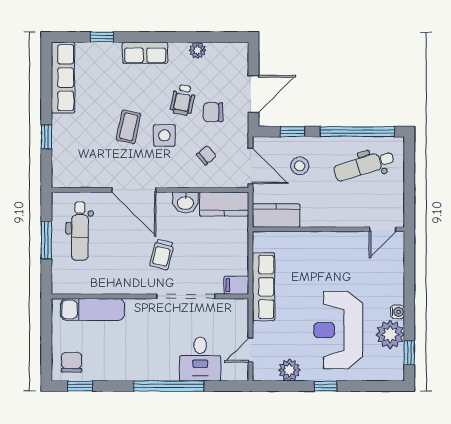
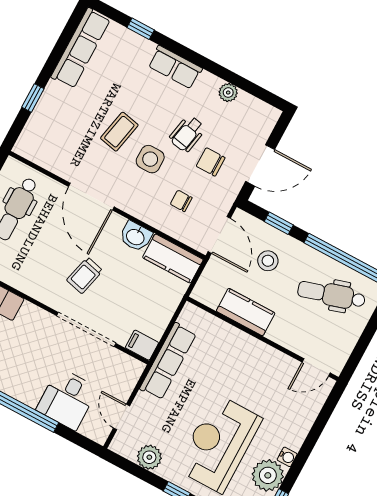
chair: (206, 155) -> (181, 201), turned -139
kitchen counter: (276, 215) -> (246, 312), moved
door: (251, 350) -> (122, 417), hinge flipped

